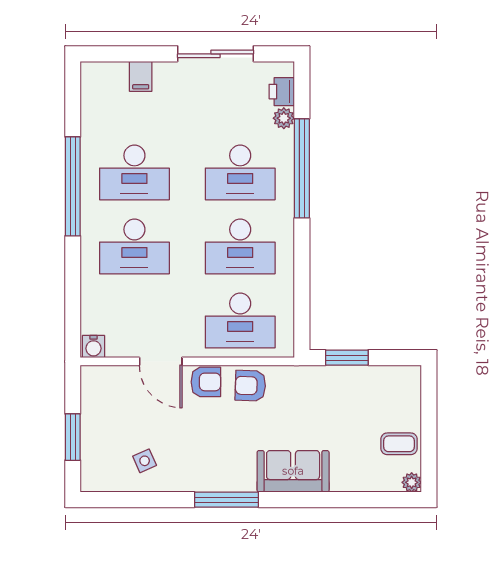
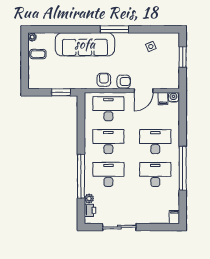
filing cabinet: (141, 76) -> (174, 217), moved
filing cabinet: (117, 344) -> (163, 99), added
door: (161, 361) -> (144, 91), swing flipped
armchair: (206, 382) -> (124, 81), turned 180
armchair: (250, 386) -> (104, 80), turned -92
sofa: (293, 471) -> (85, 44), width x1.85, depth x1.27

